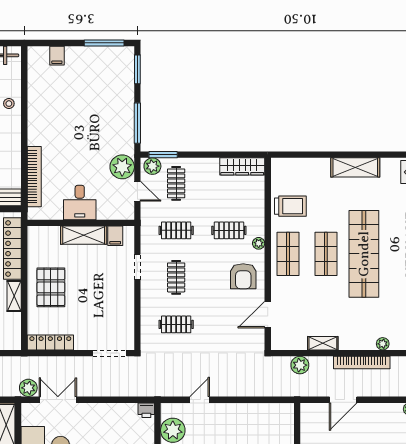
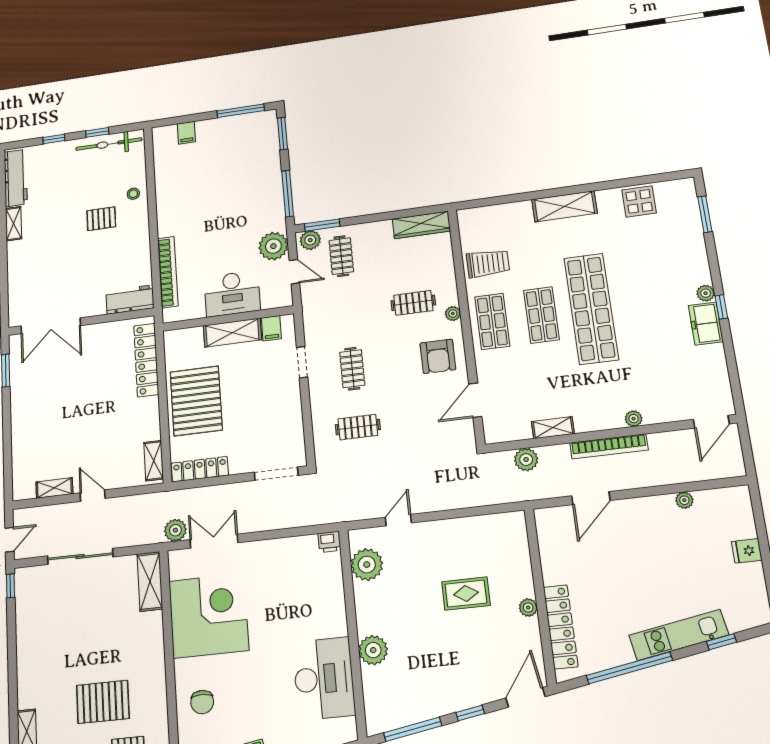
desk: (80, 202) -> (232, 294), width x1.37
clothes rail: (176, 230) -> (347, 312), removed
pallet: (51, 287) -> (196, 401), width x1.37, depth x1.41
shelving: (14, 296) -> (154, 461), moved

